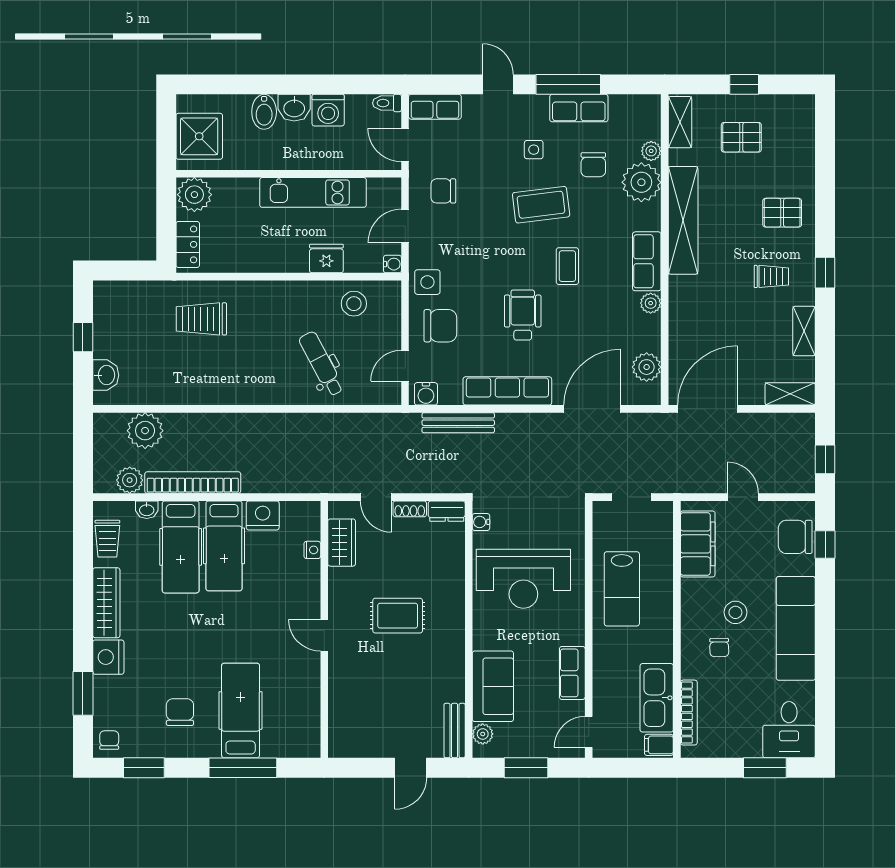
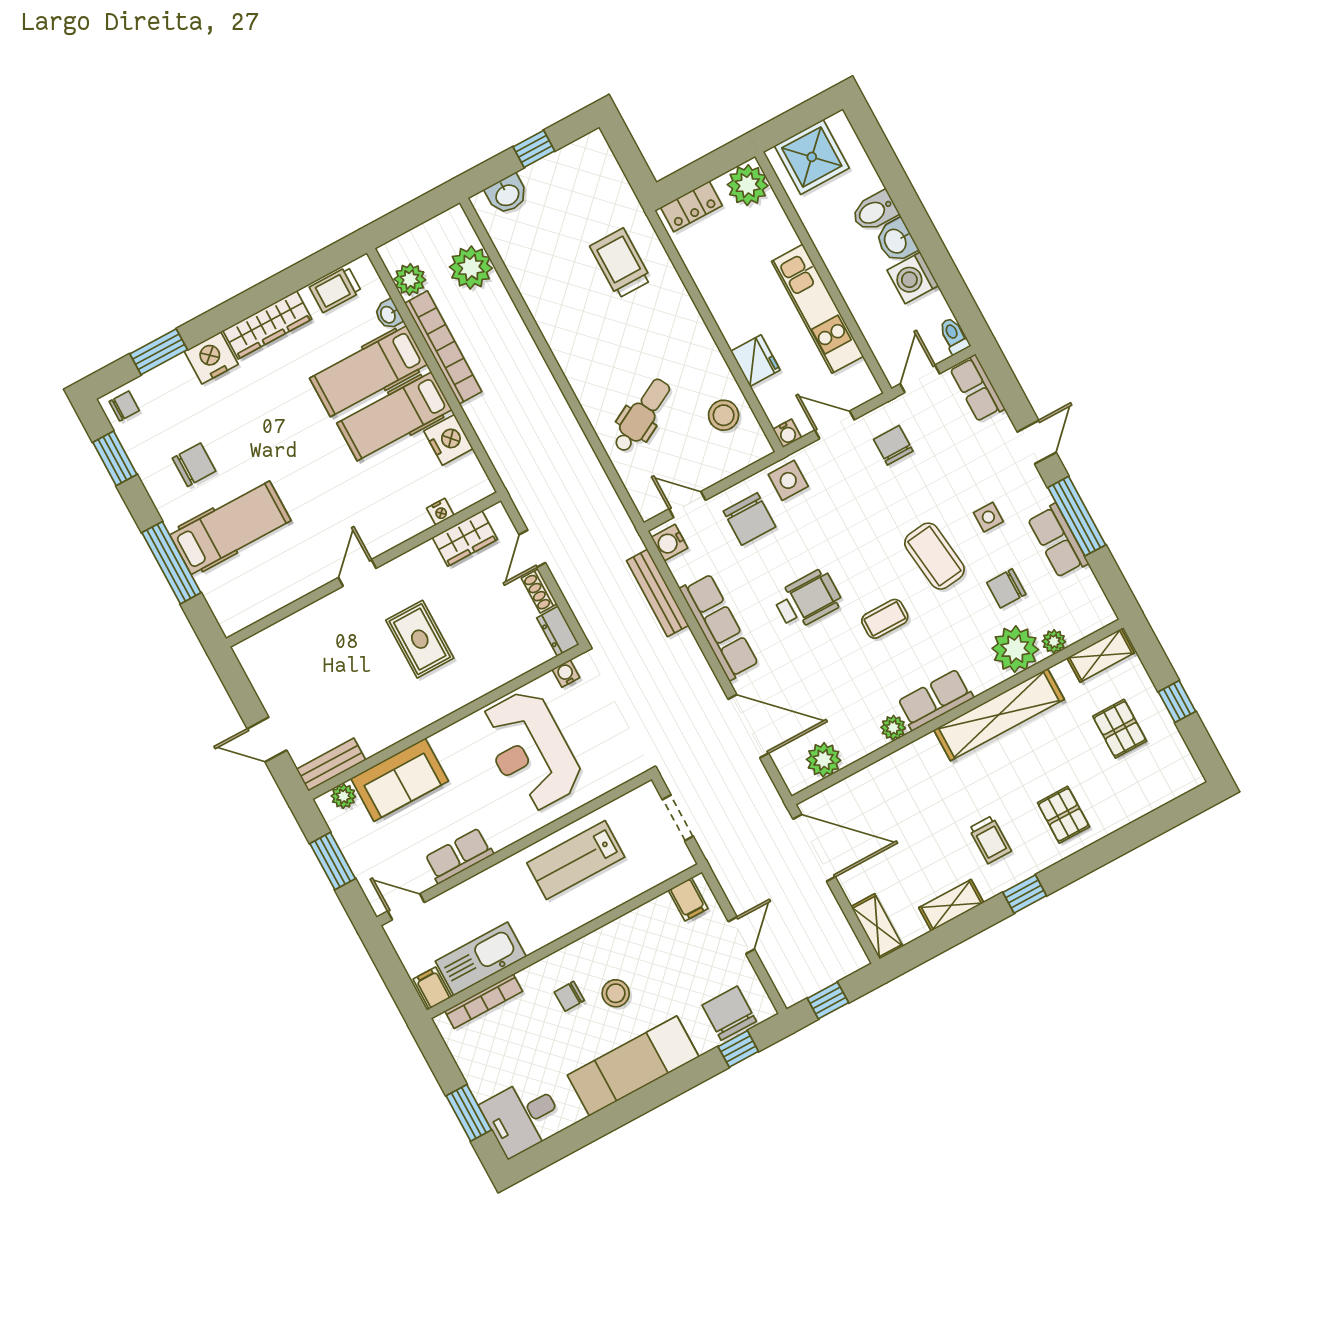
filing cabinet: (698, 544) -> (688, 899), width x0.33, depth x0.86

